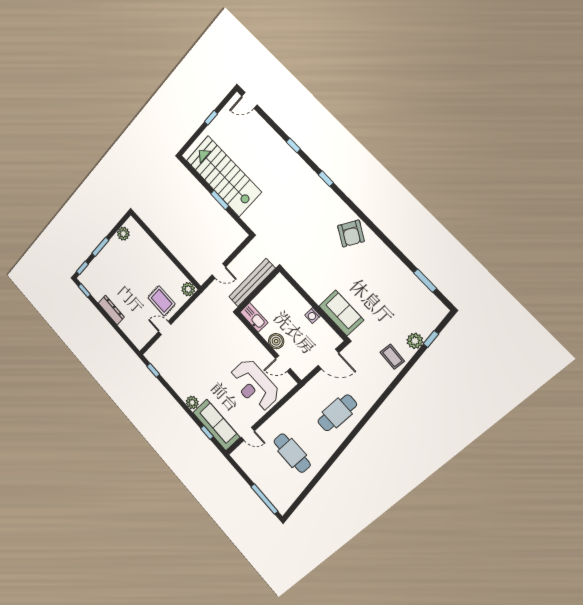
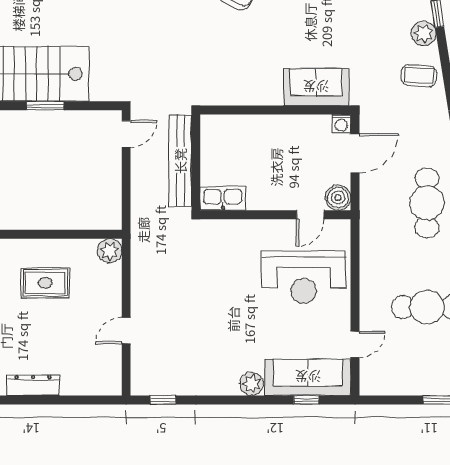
door: (219, 271) -> (126, 134), moved
rug: (162, 301) -> (45, 283), moved
washing machine: (313, 315) -> (341, 124), moved
boiler: (276, 341) -> (338, 198), moved

